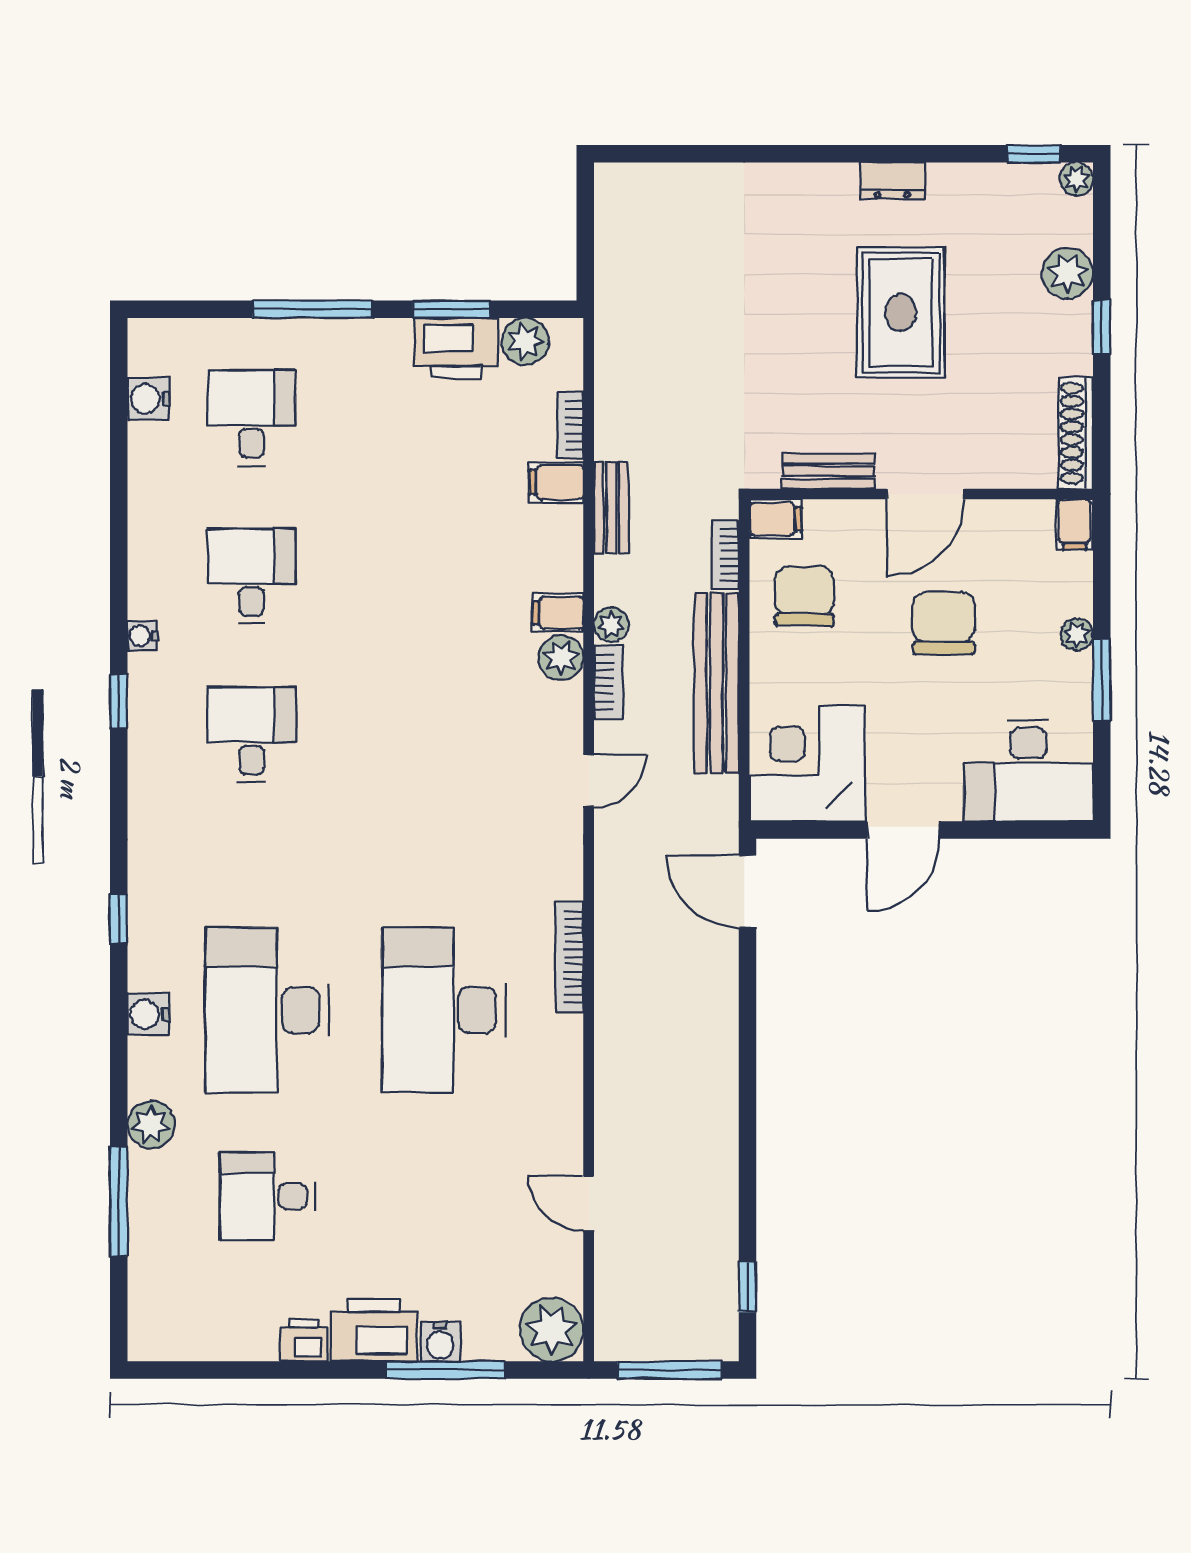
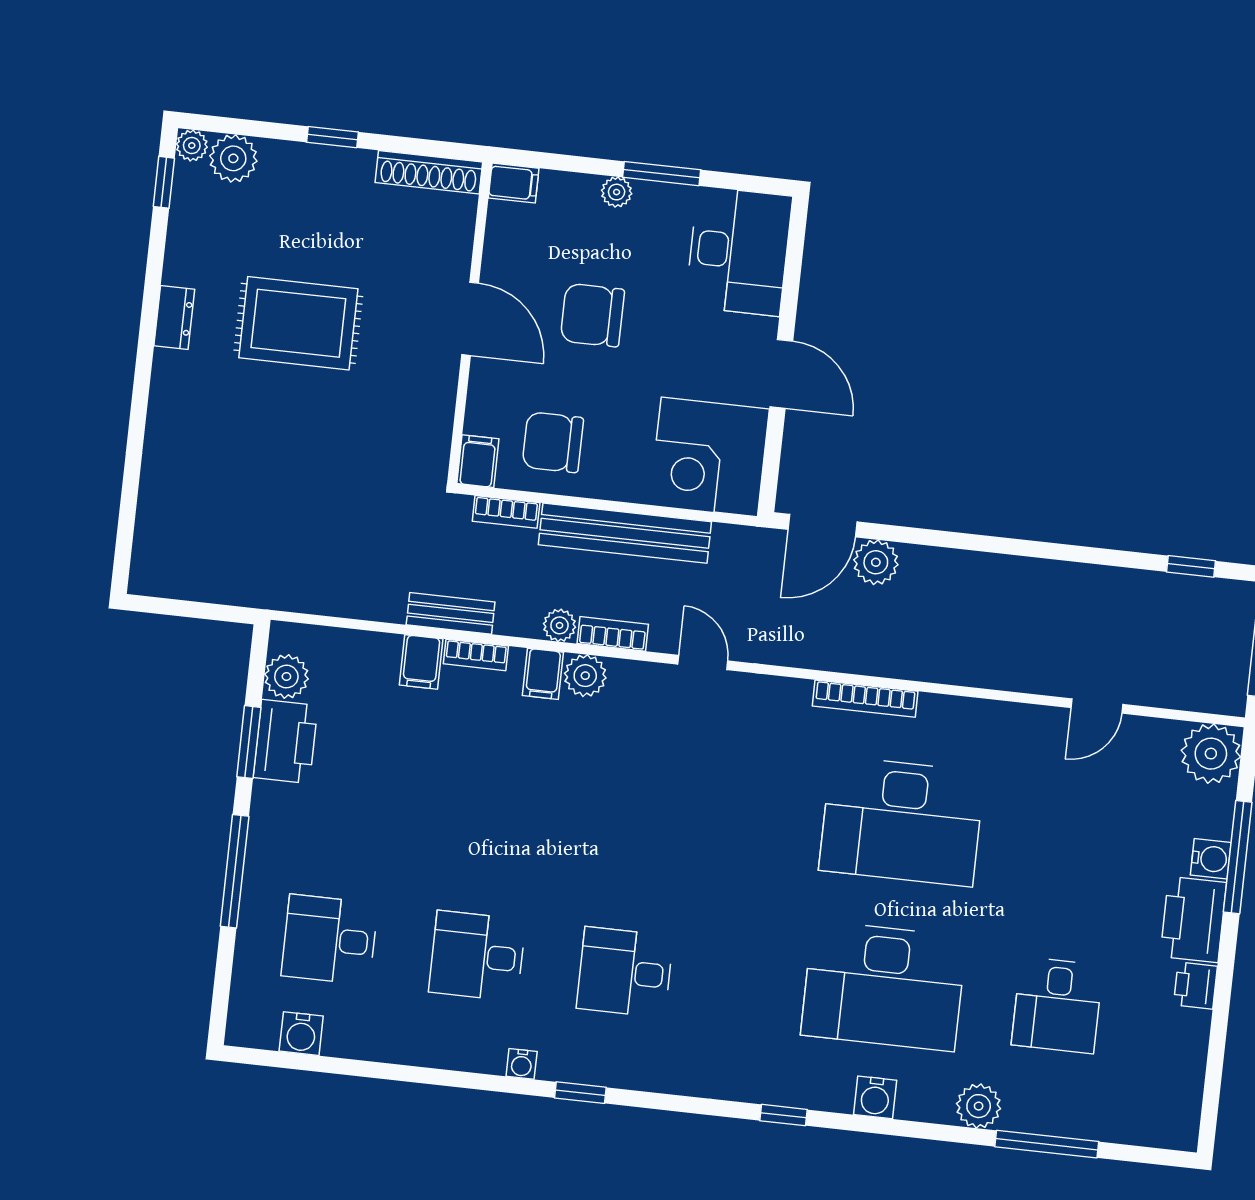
plant: (1068, 273) -> (233, 158), moved
bookcase: (570, 425) -> (476, 655), moved
bench: (828, 471) -> (439, 407), removed
plant: (715, 952) -> (876, 562), added

